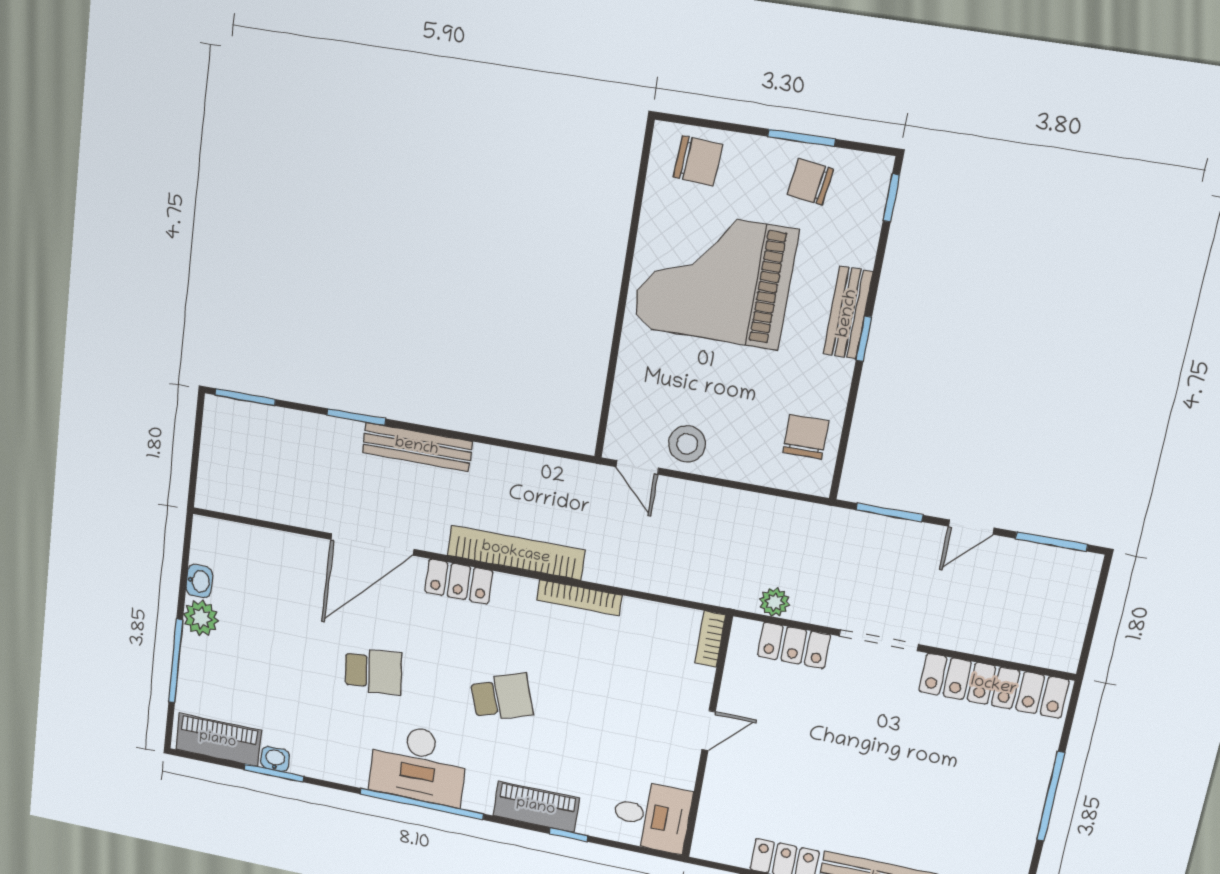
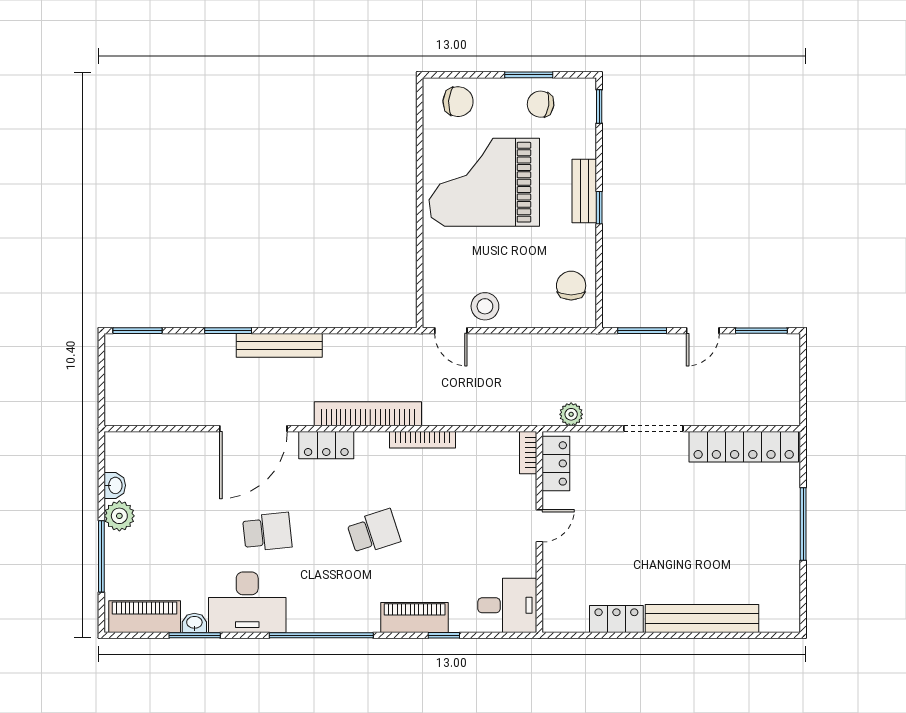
locker: (794, 645) -> (556, 463), moved, turned -90
desk: (418, 764) -> (247, 602), moved

